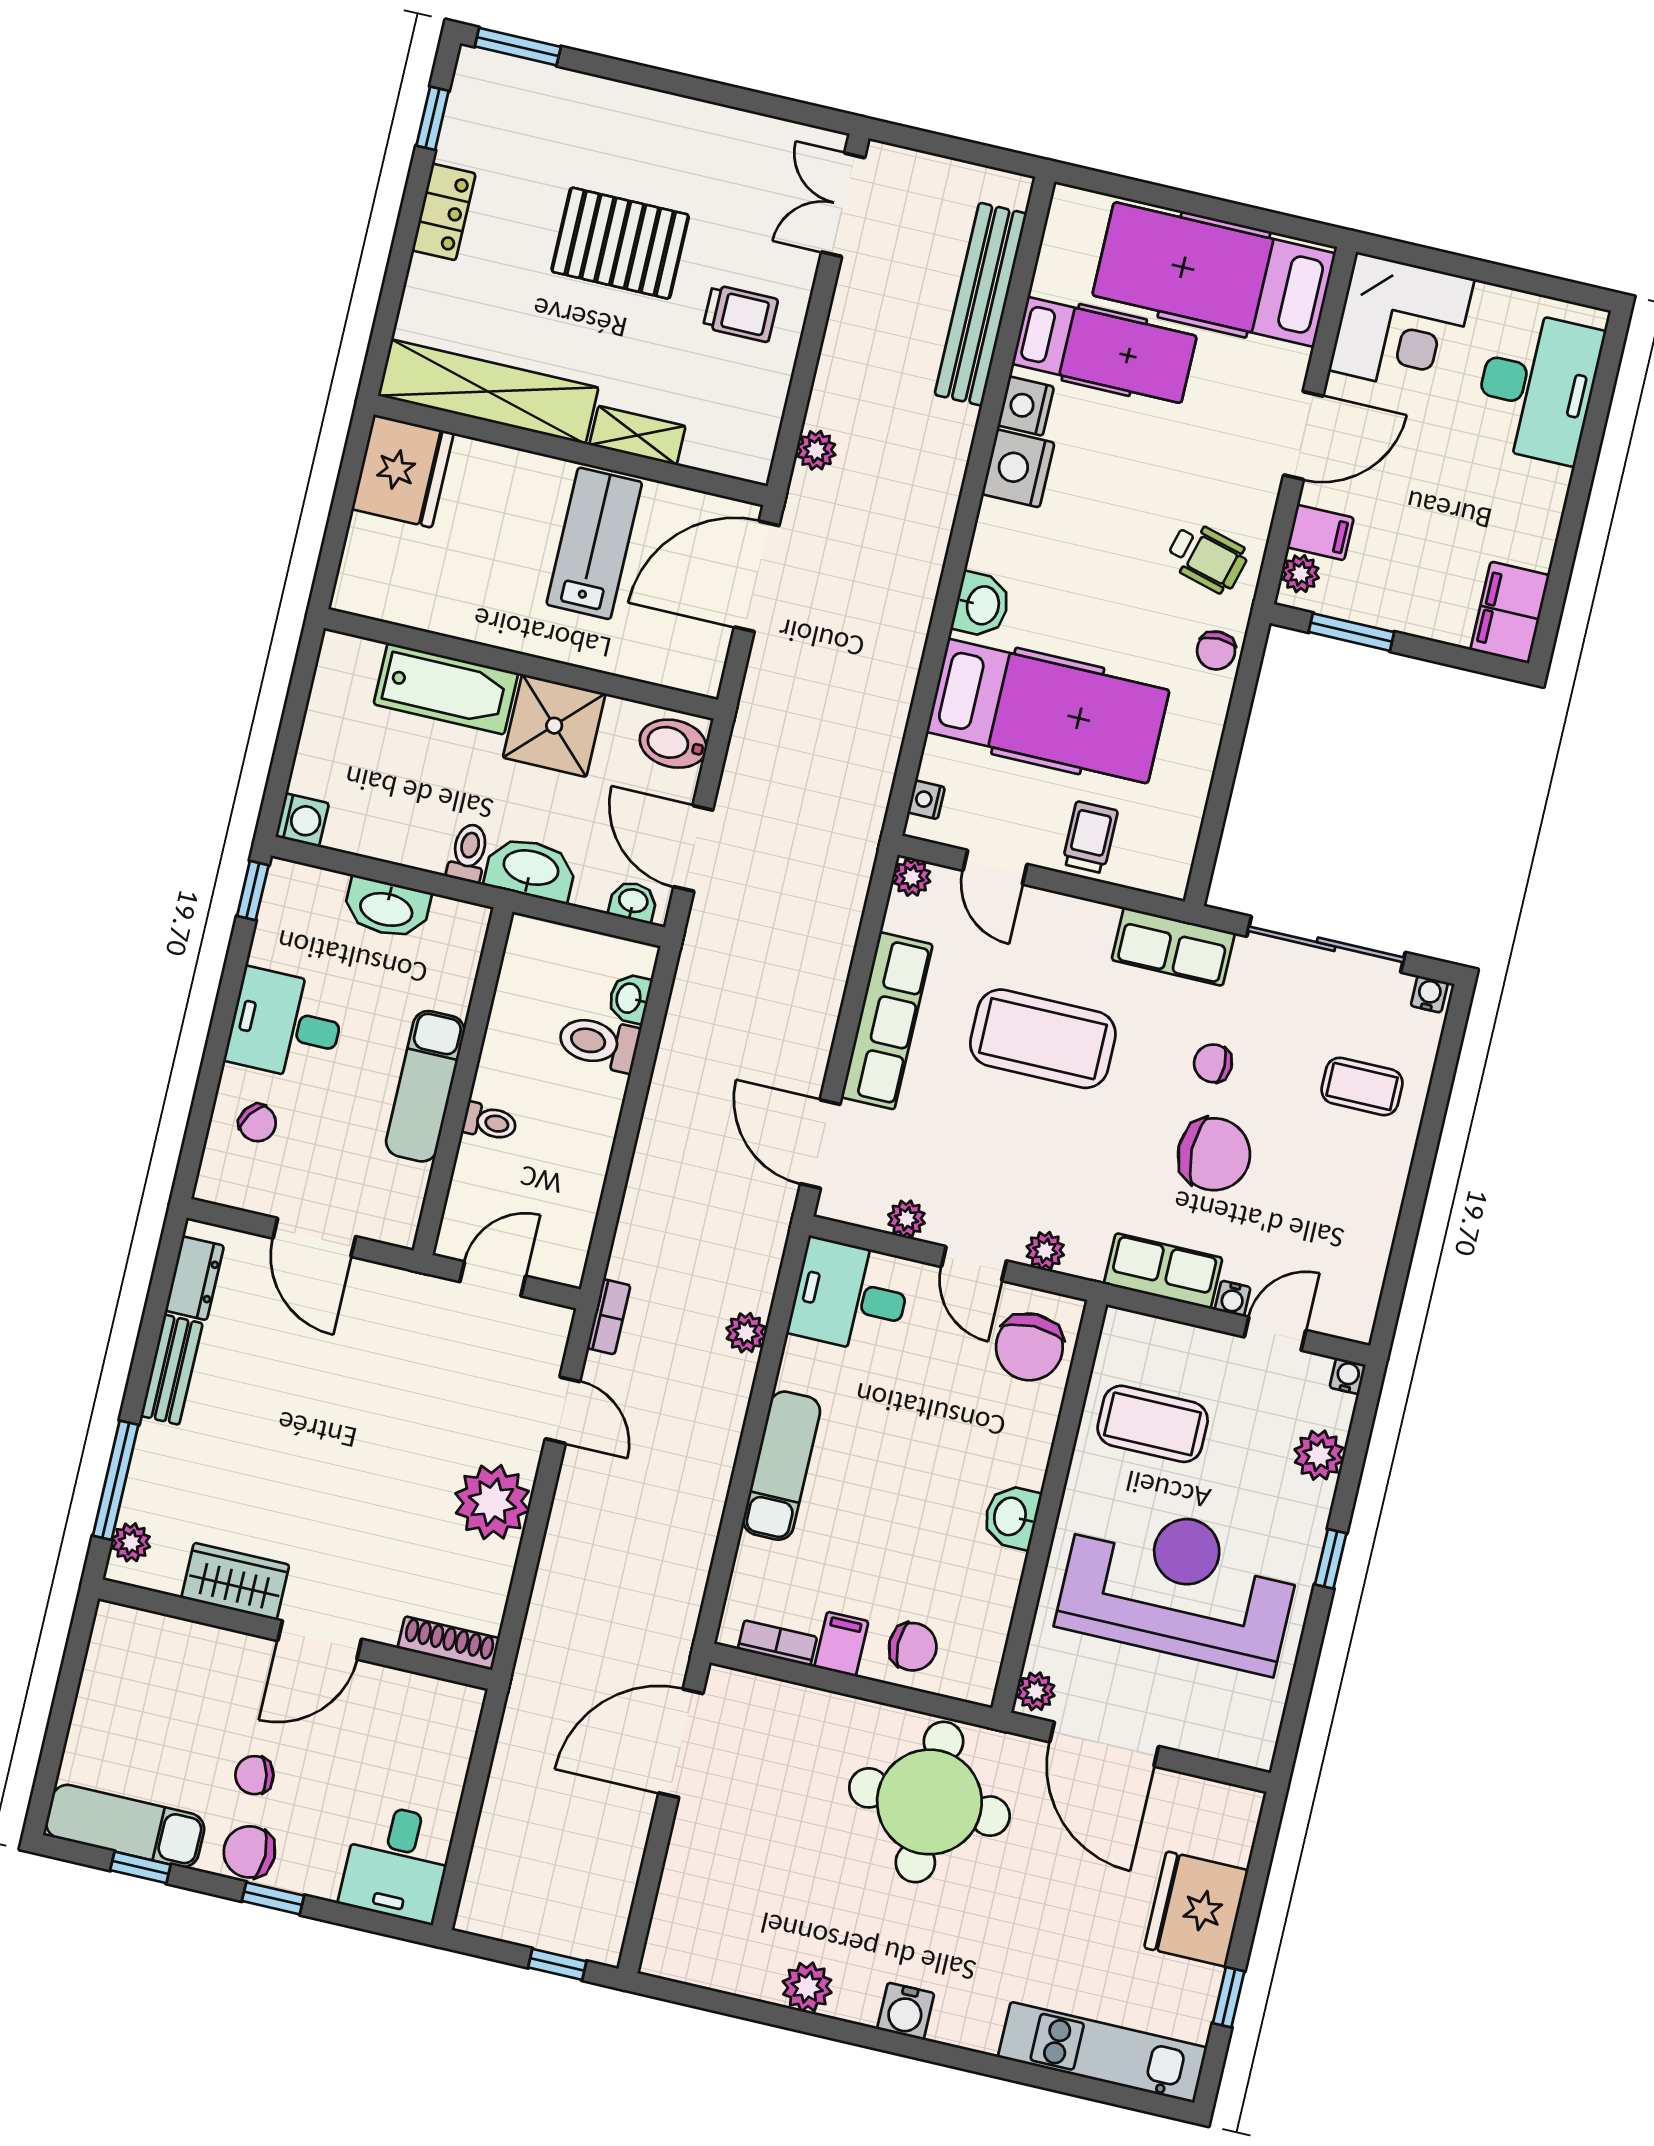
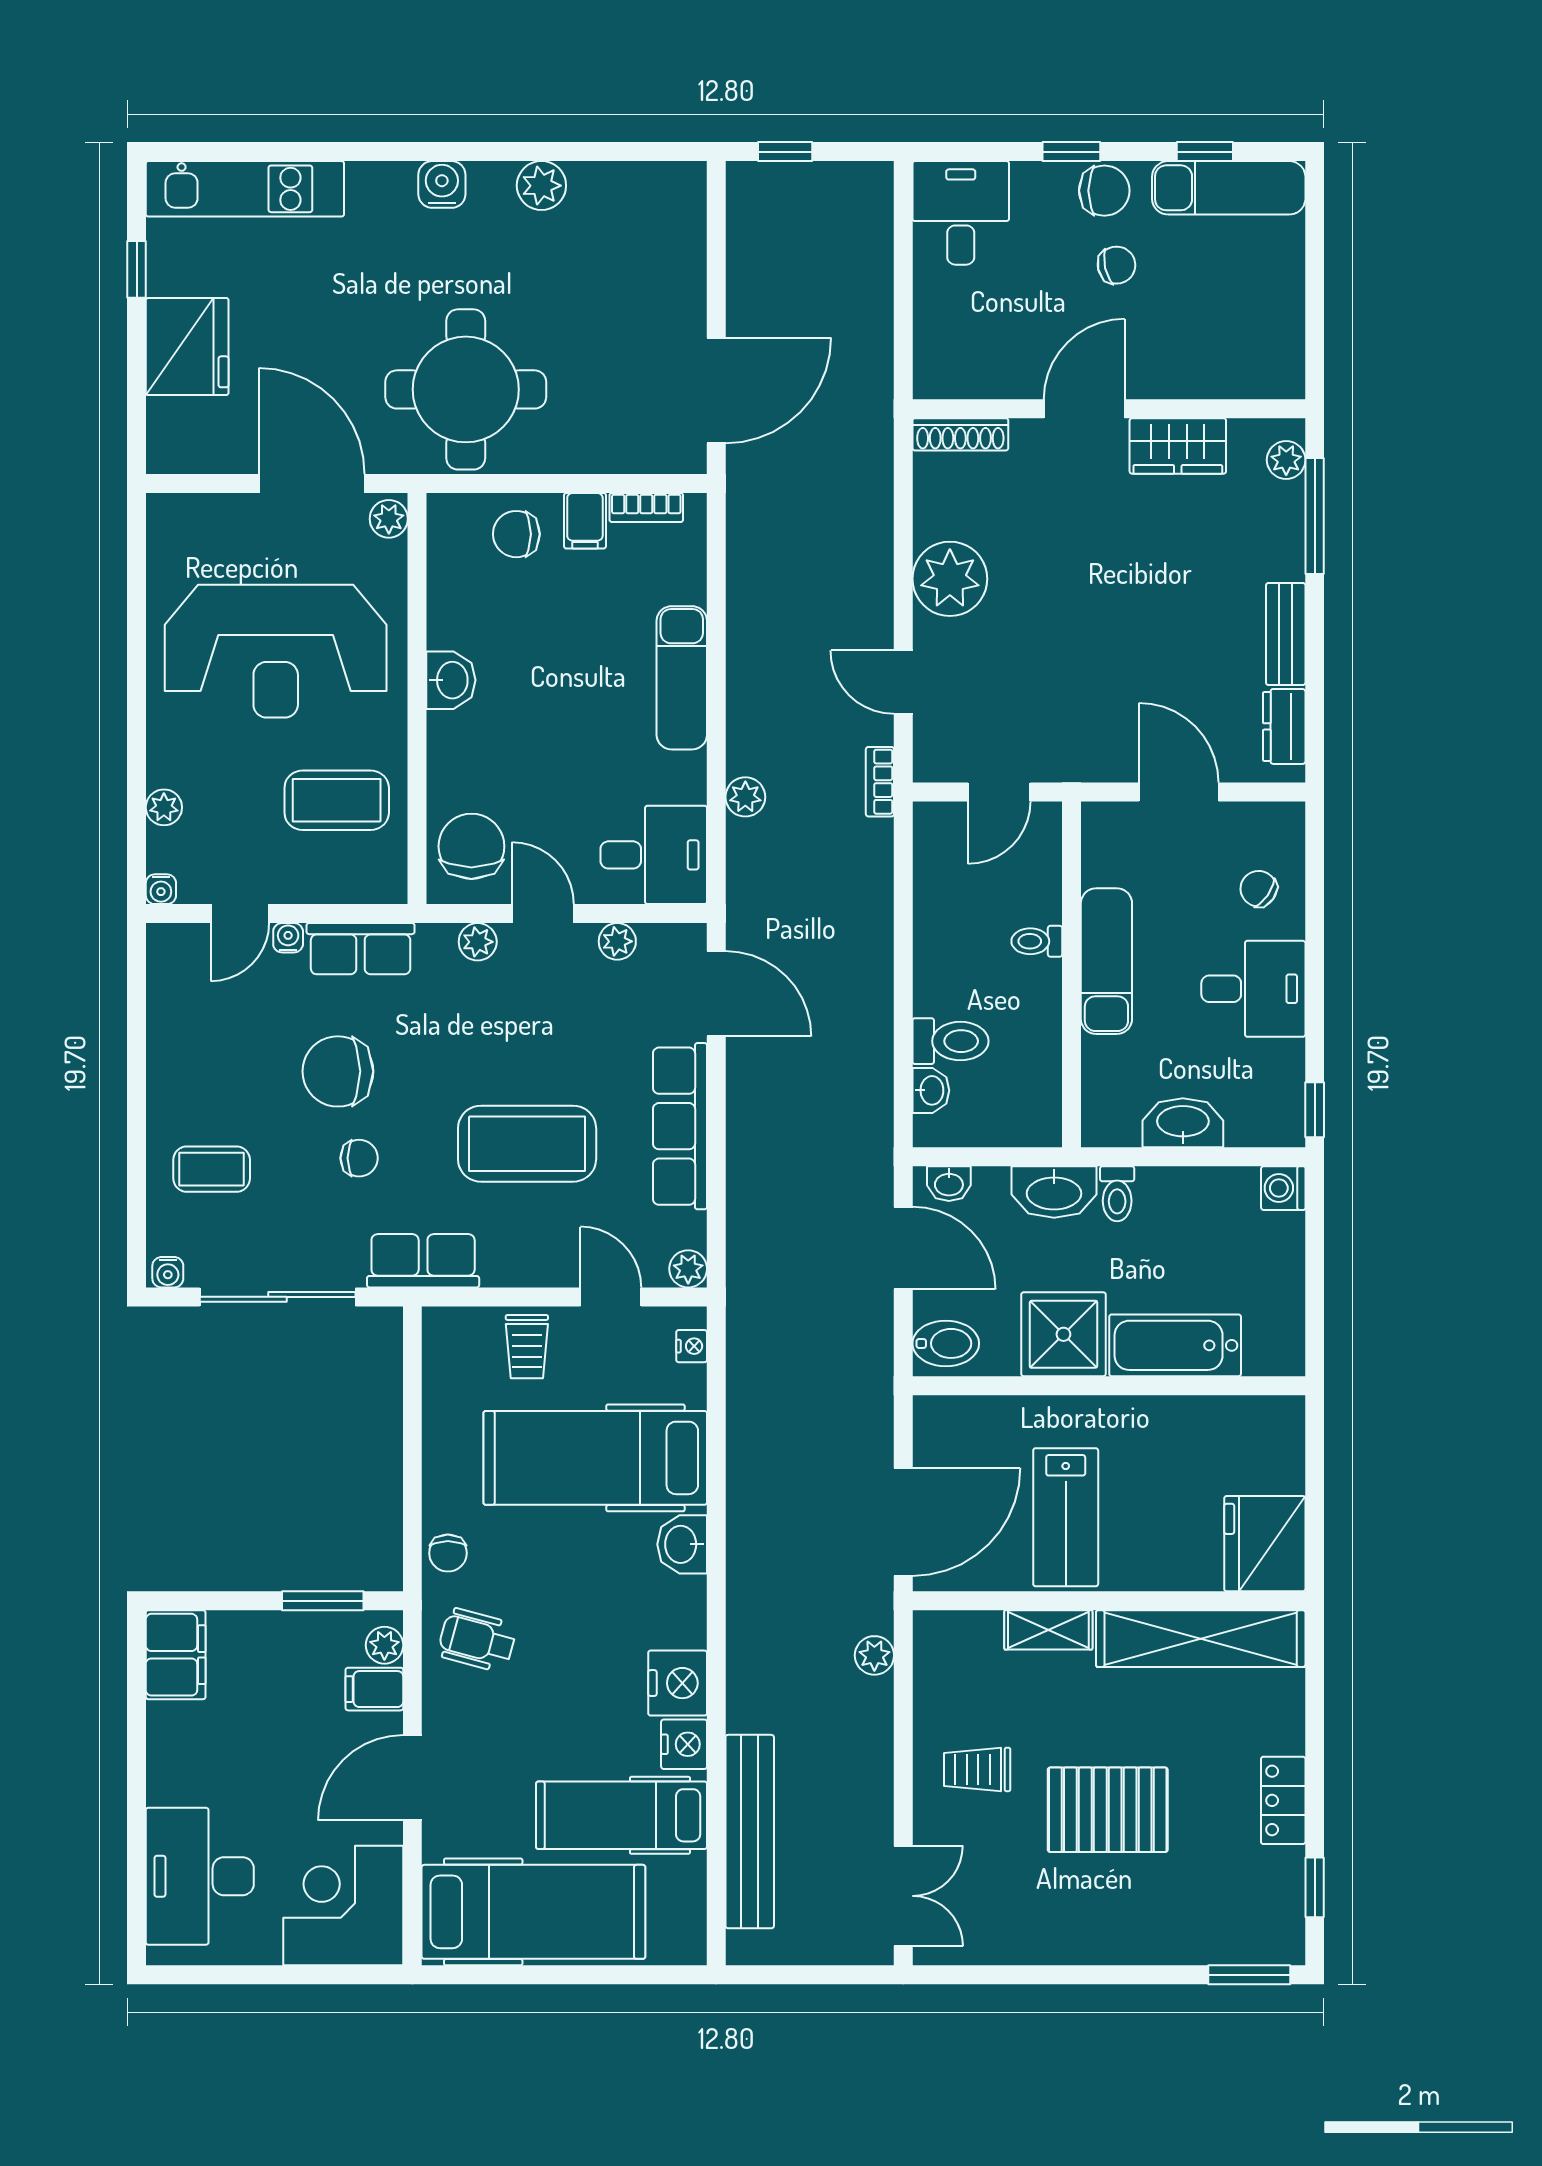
chair: (1216, 651) -> (448, 1553), turned 180
plant: (1319, 1455) -> (164, 807), width x0.73, depth x0.73
window: (1331, 1559) -> (137, 711), removed

